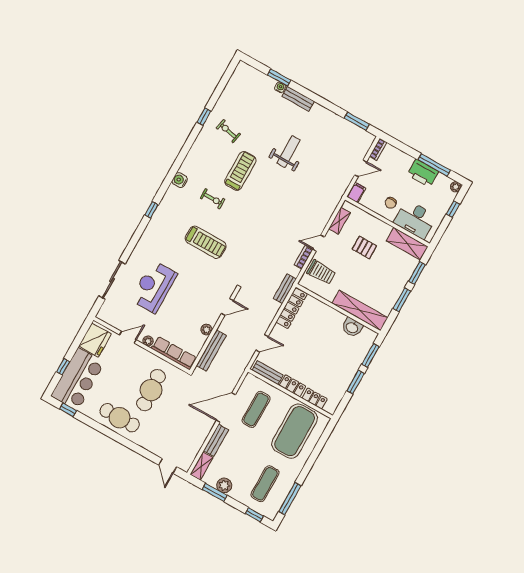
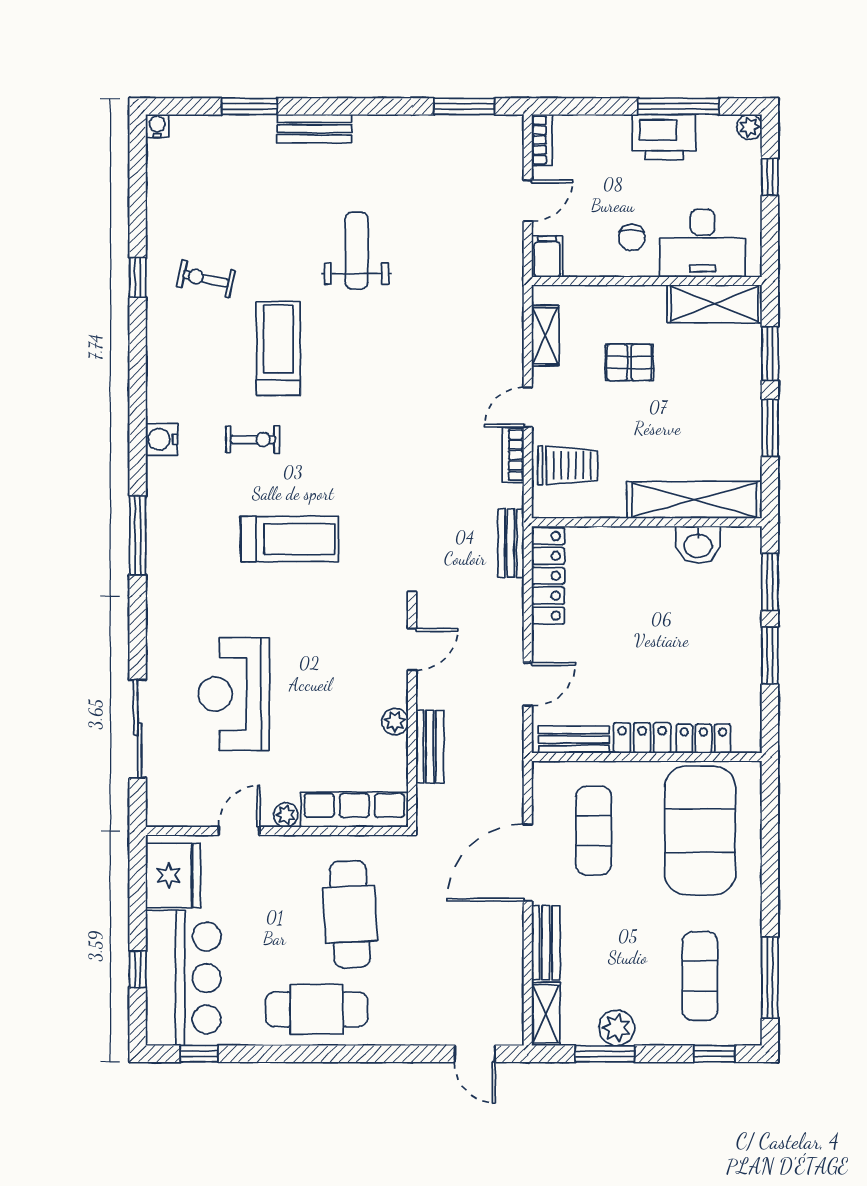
water cooler: (280, 87) -> (157, 126), moved
window: (151, 210) -> (138, 535), width x2.17
bench: (211, 351) -> (430, 747), width x0.73

